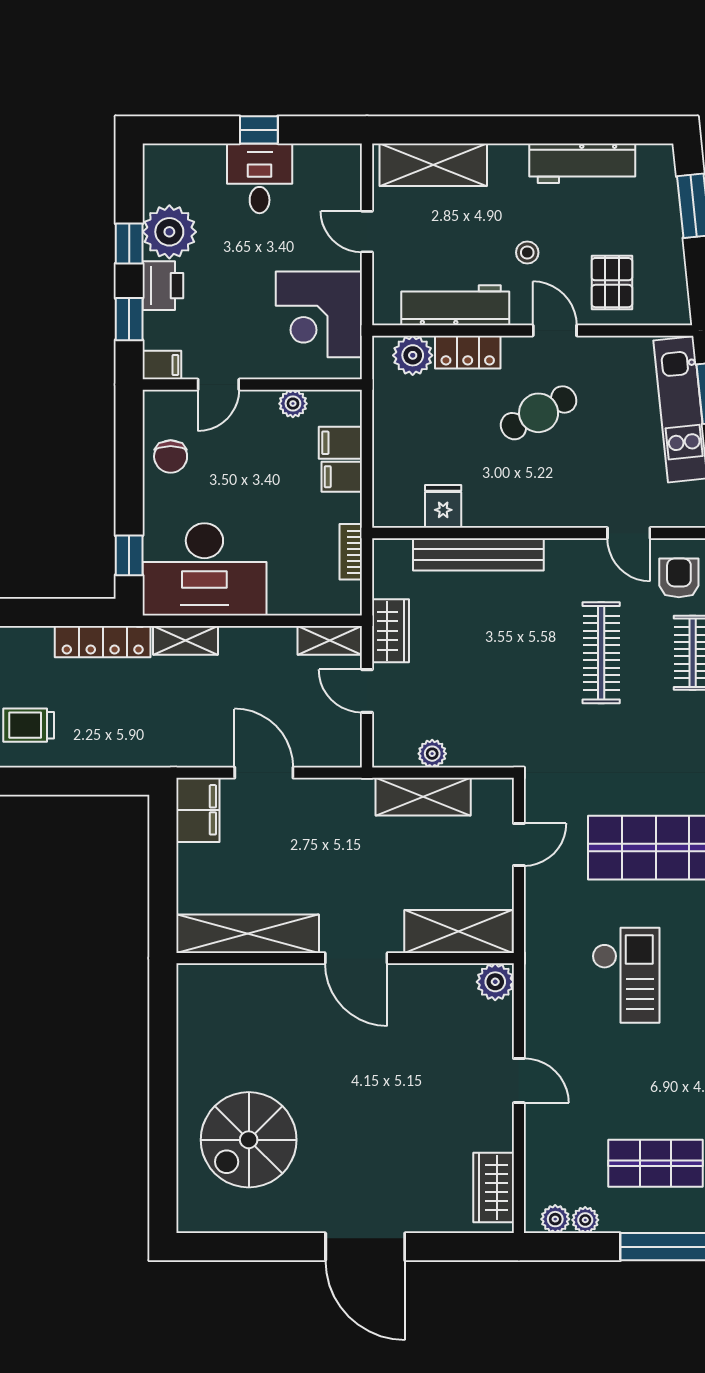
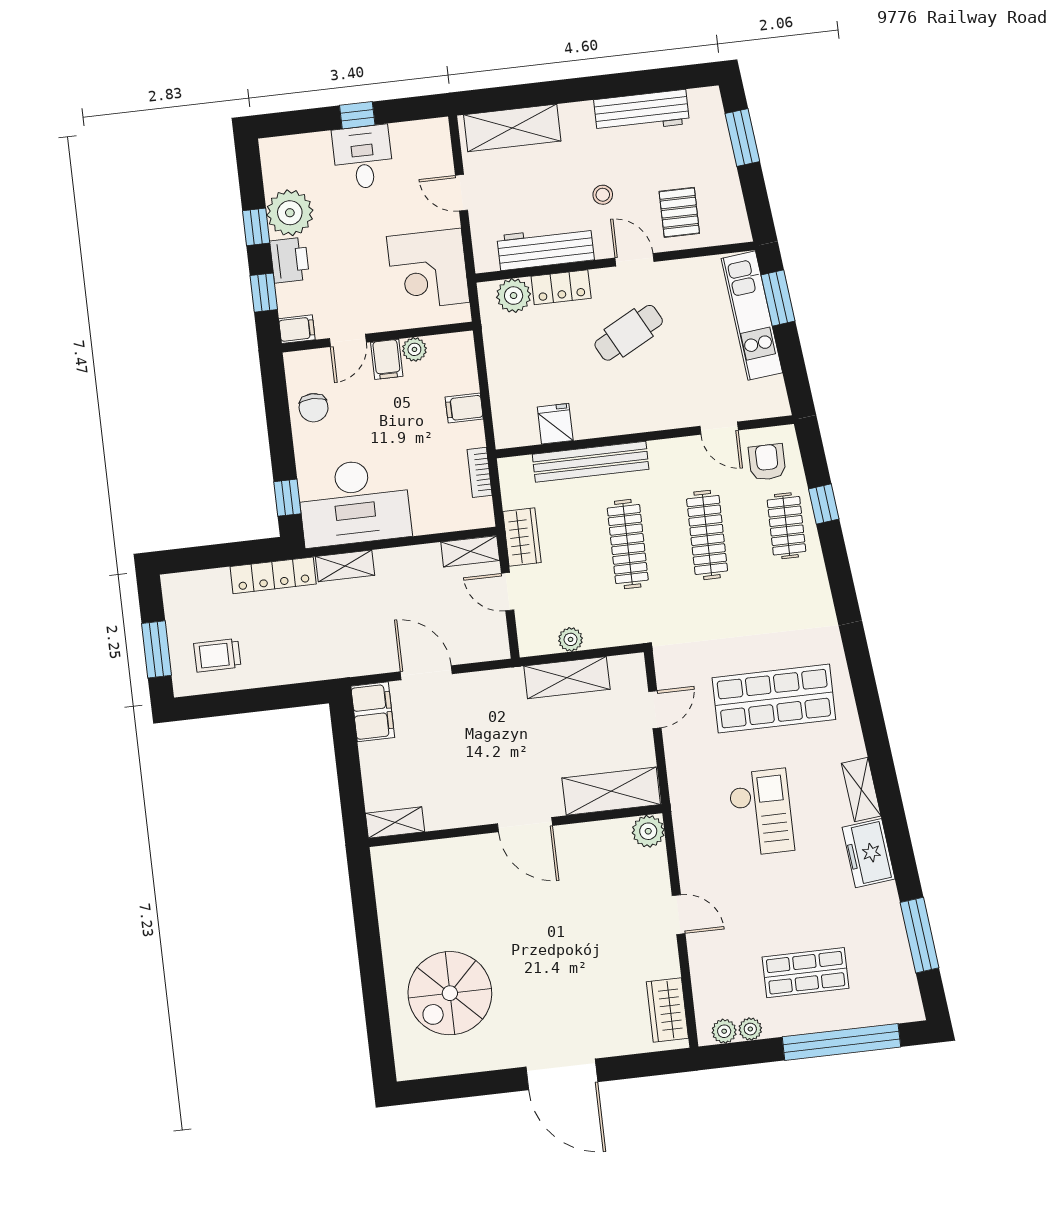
filing cabinet: (340, 443) -> (387, 359), moved, turned -90
clothes rail: (510, 653) -> (628, 544), added
shelving: (248, 934) -> (395, 822), width x0.45, depth x0.75

